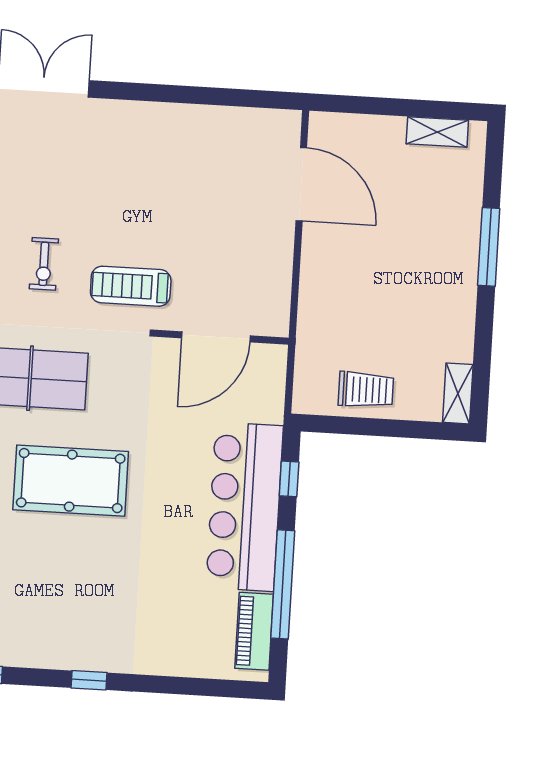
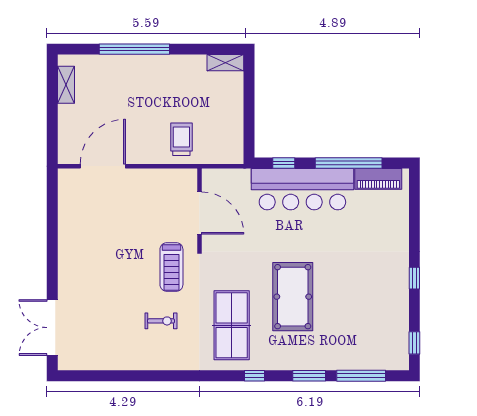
window: (489, 247) -> (134, 49), width x1.46
trolley: (366, 390) -> (181, 139), moved

